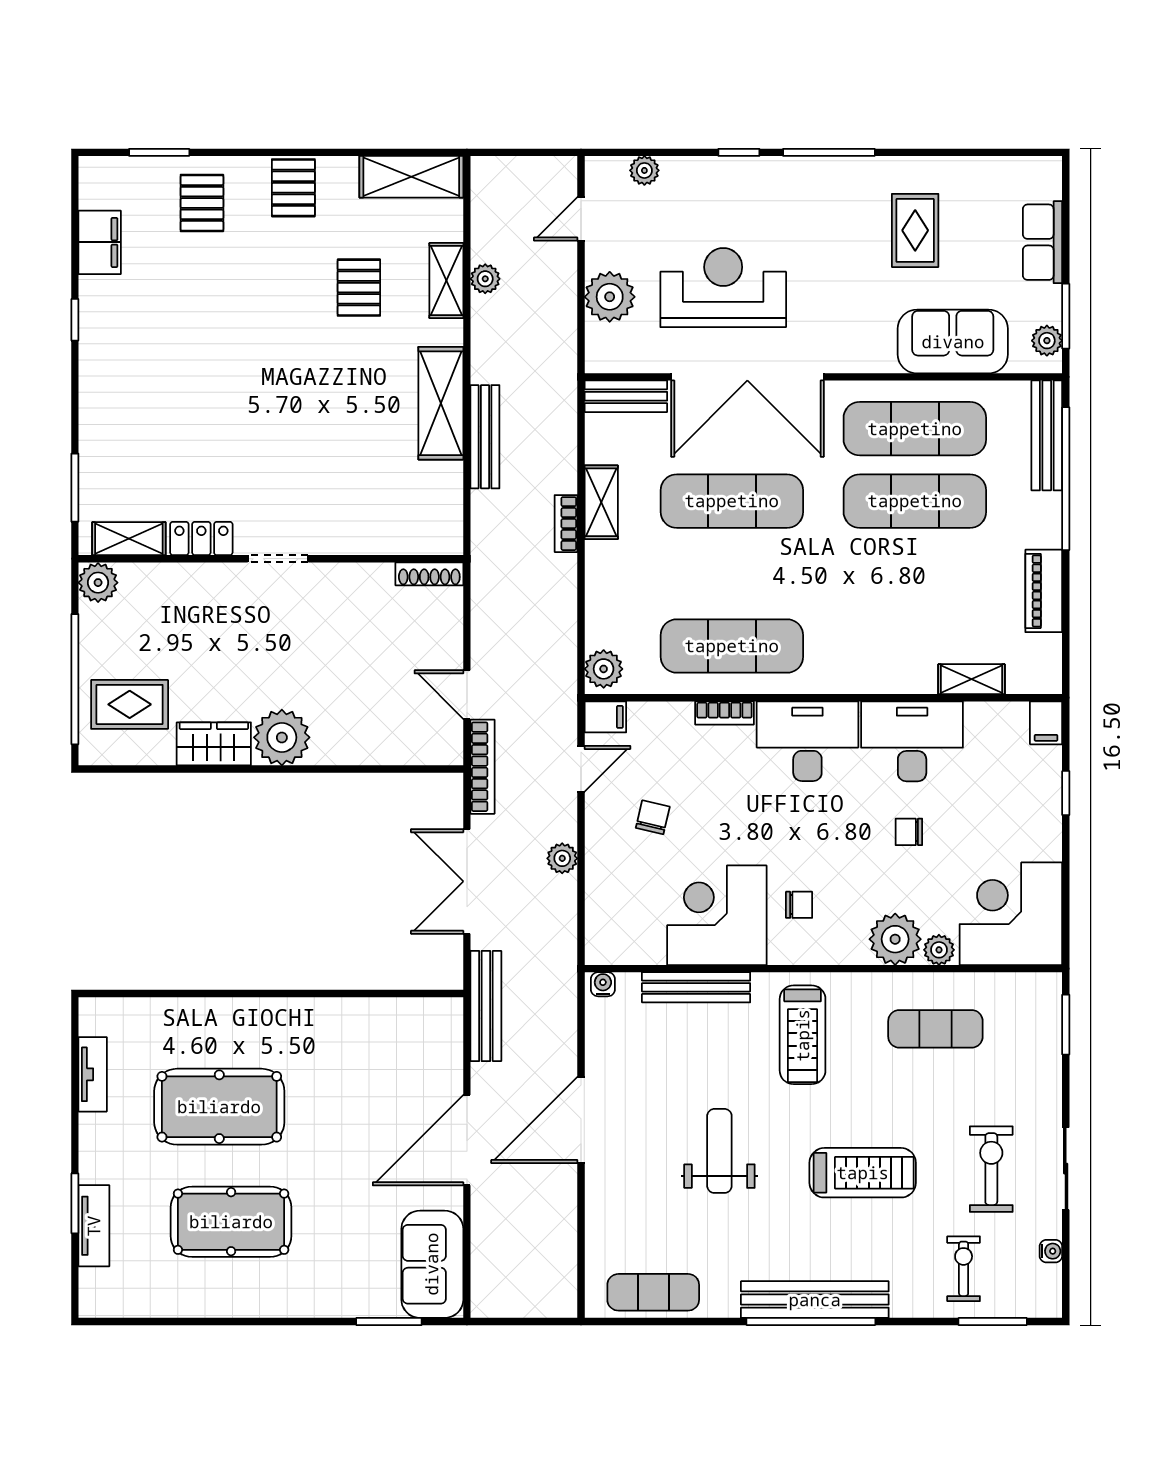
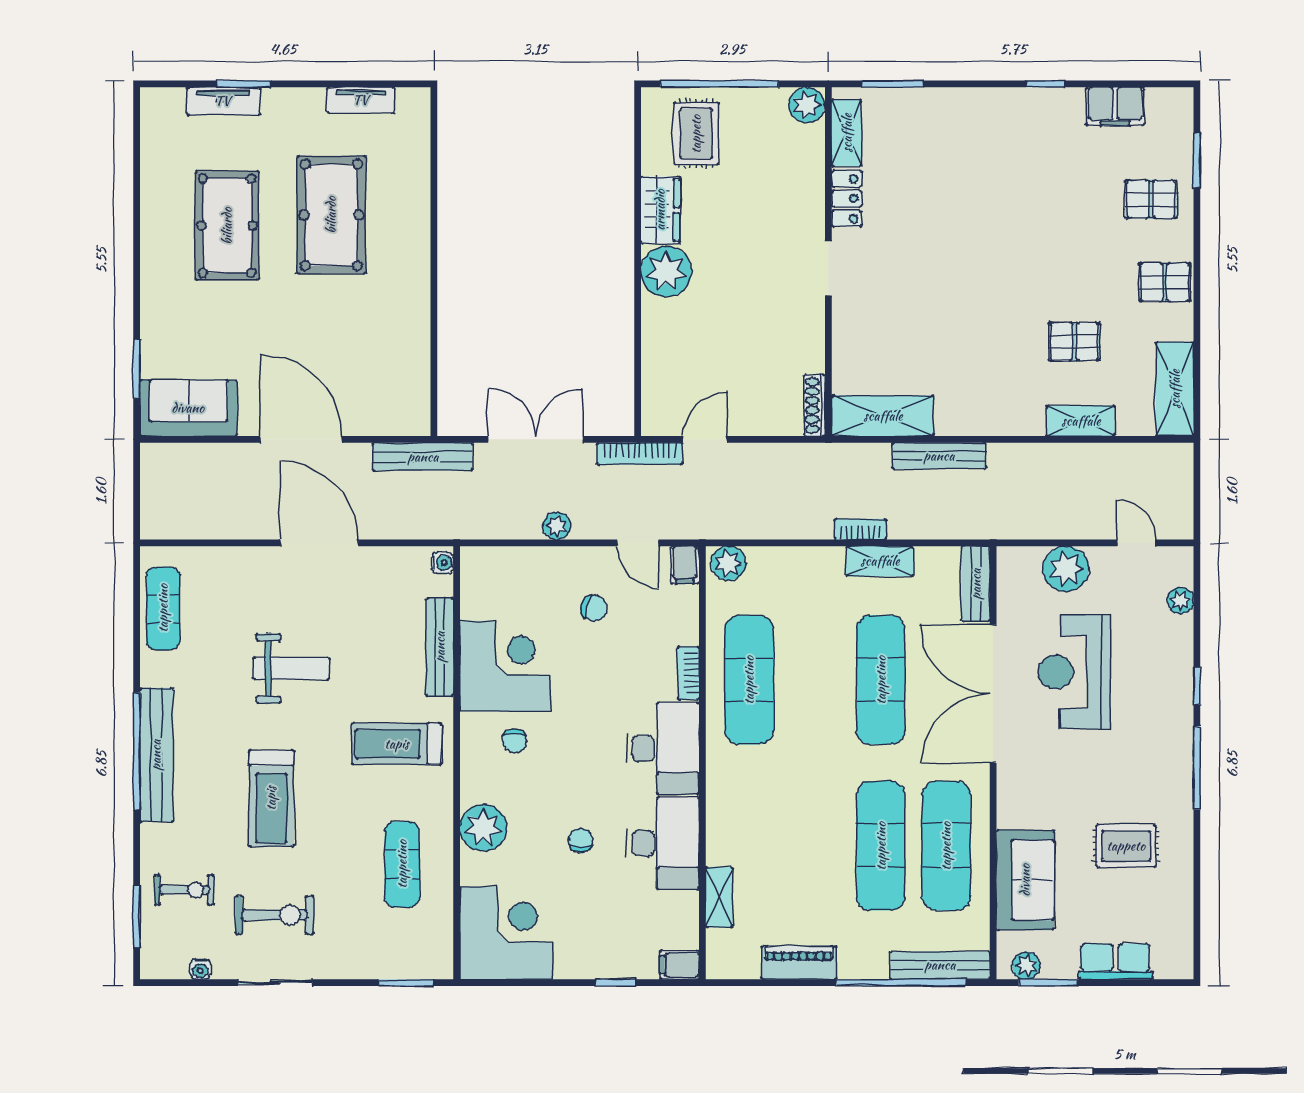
plant: (485, 279) -> (1082, 456), removed
reception desk: (723, 288) -> (1074, 672), turned 180
shelving: (441, 403) -> (883, 416), moved
plant: (939, 950) -> (474, 868), removed

